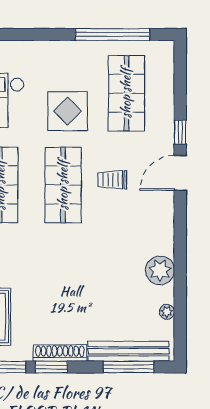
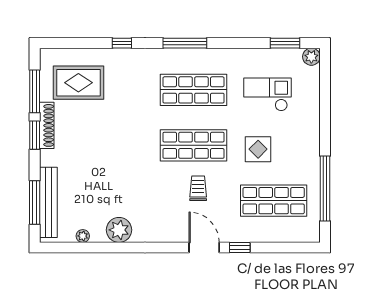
display table: (68, 111) -> (258, 149), width x0.73, depth x0.73
shoe rack: (60, 353) -> (47, 125), moved

